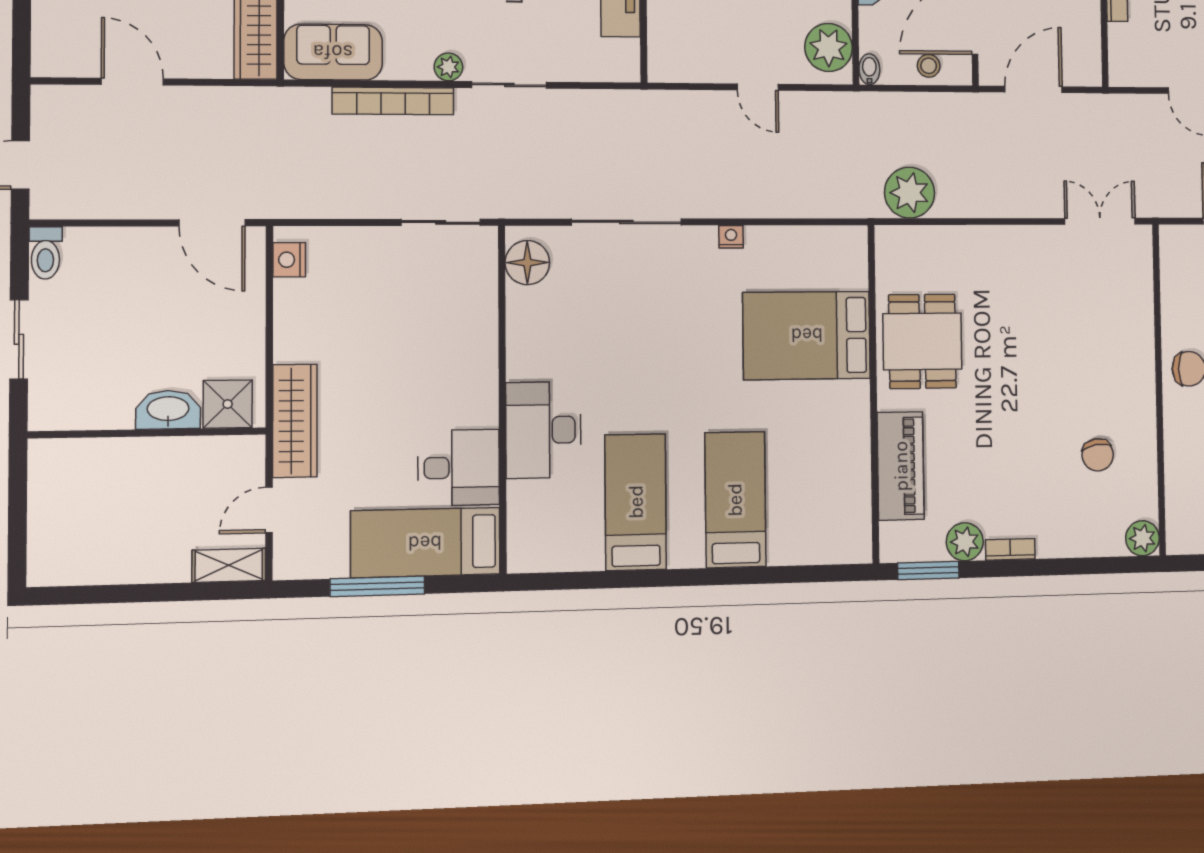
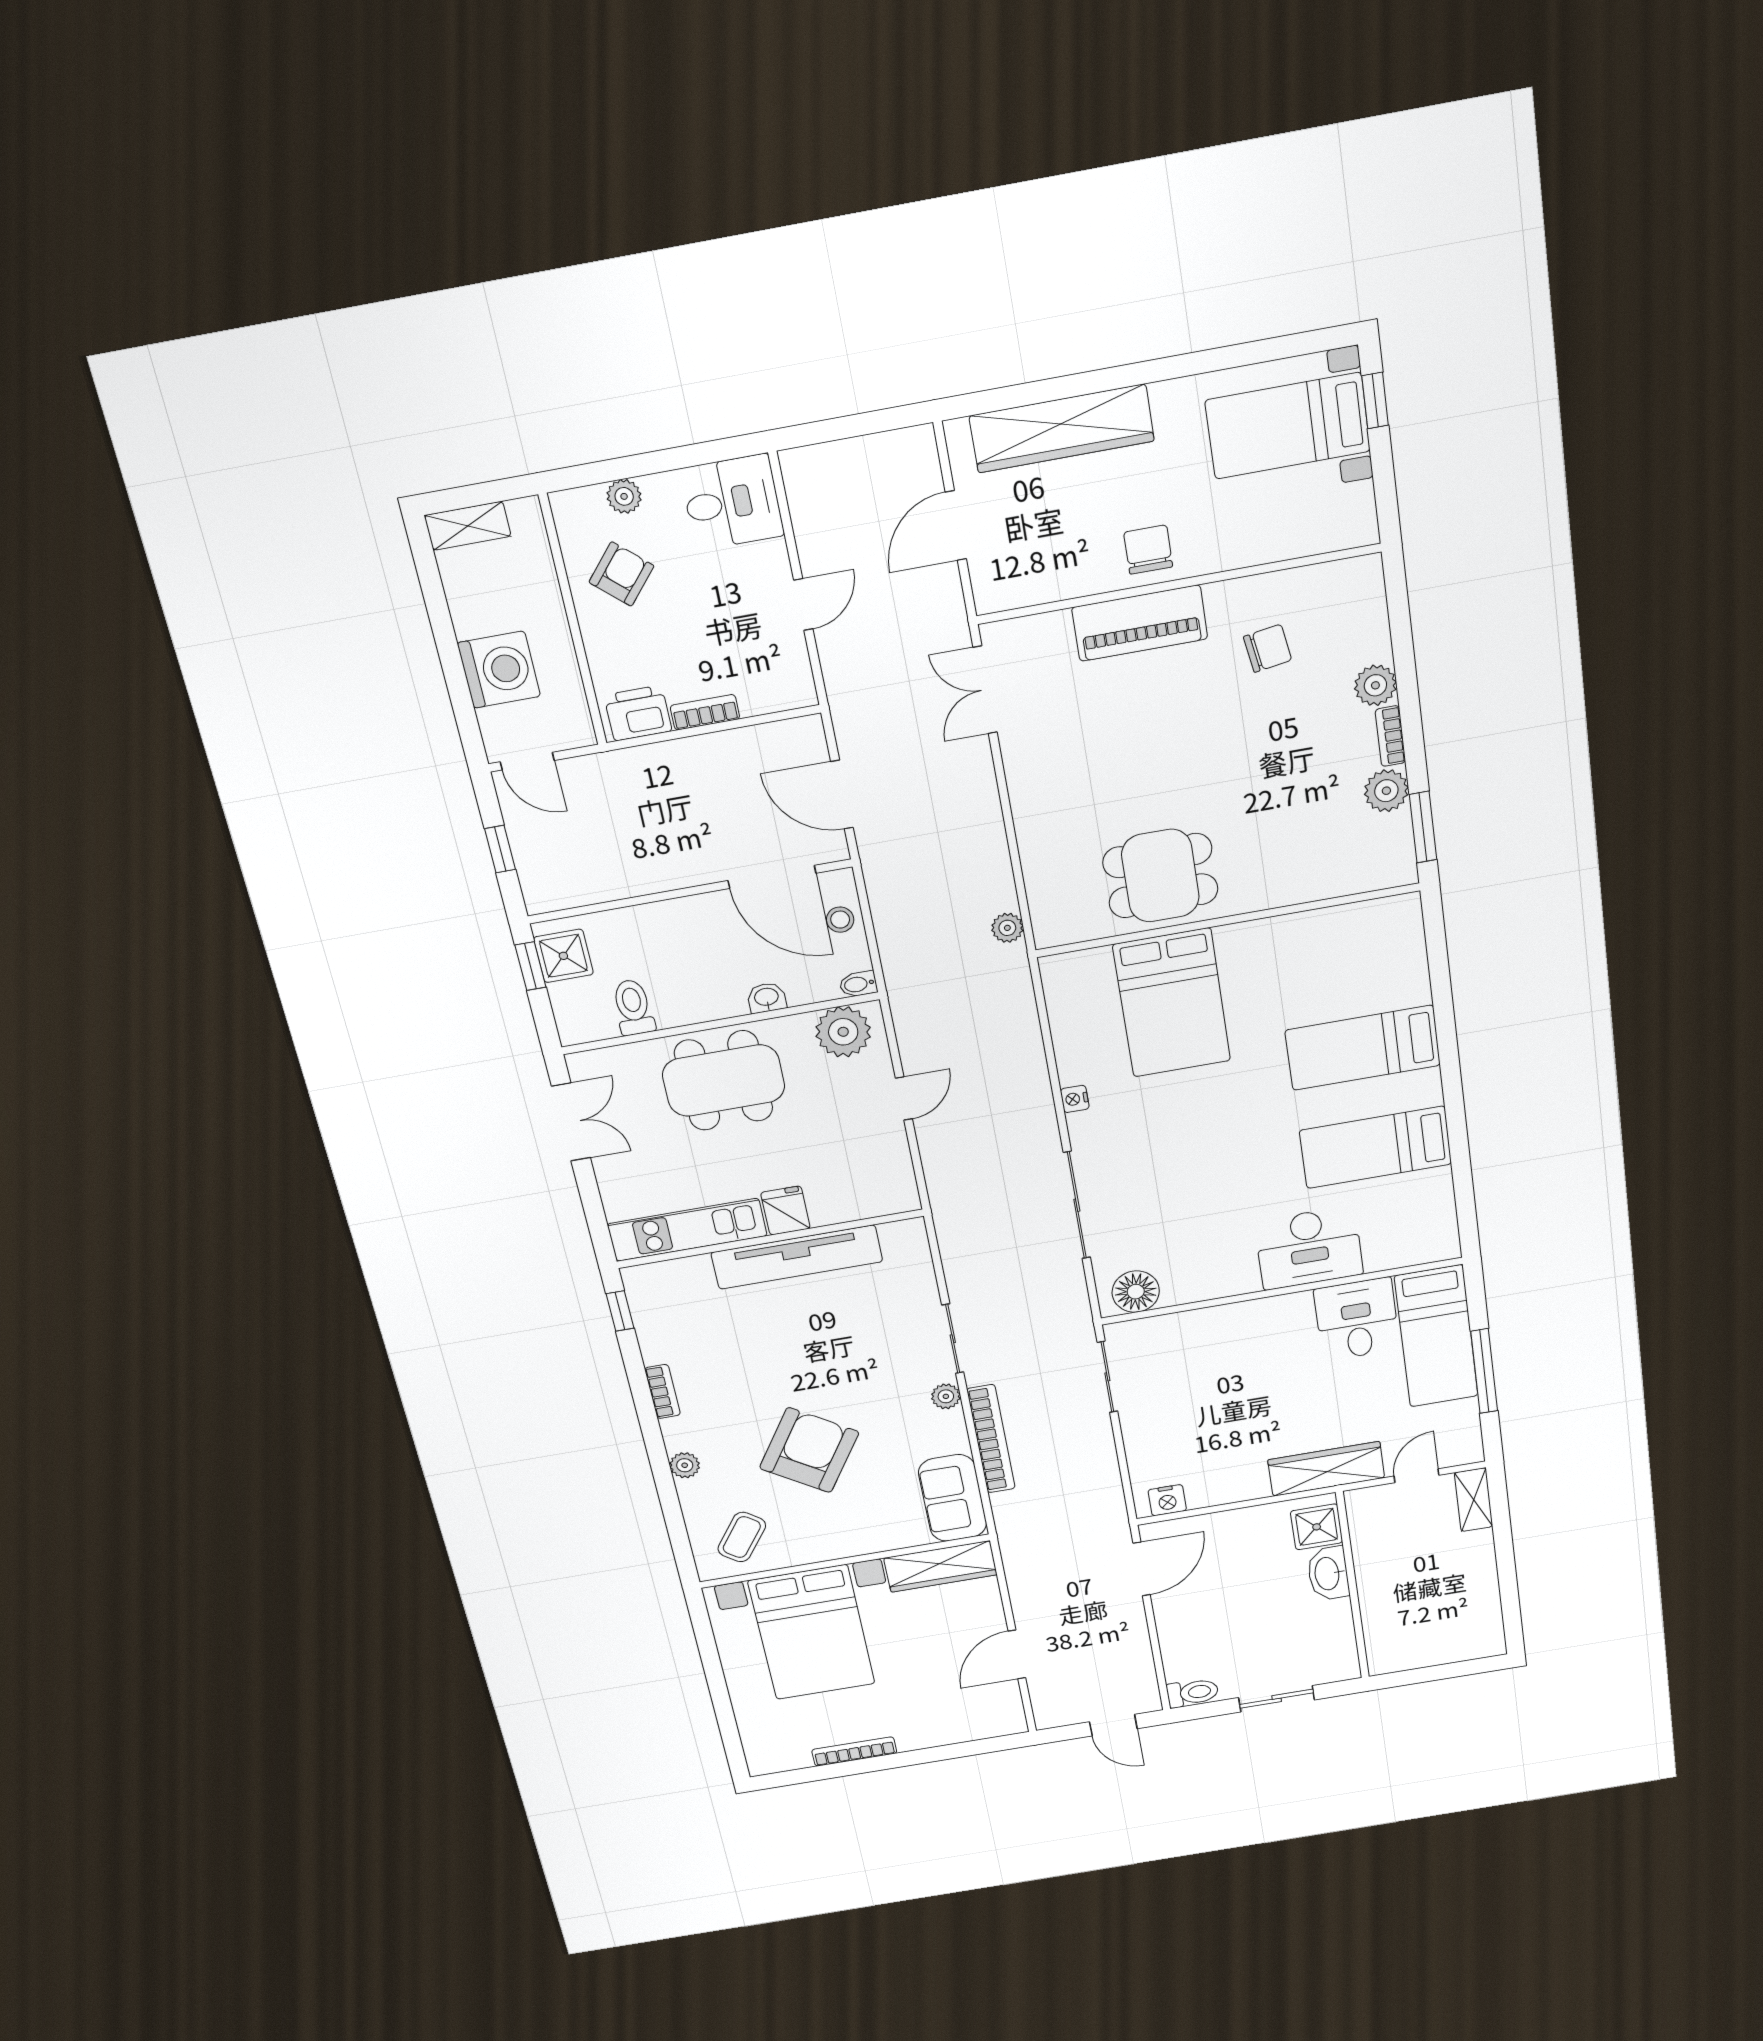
plant: (910, 193) -> (1007, 928), width x0.53, depth x0.53
piano: (901, 466) -> (1140, 623), moved, turned 180
door: (269, 510) -> (1416, 1476), swing flipped
plant: (1142, 538) -> (1375, 685), moved

